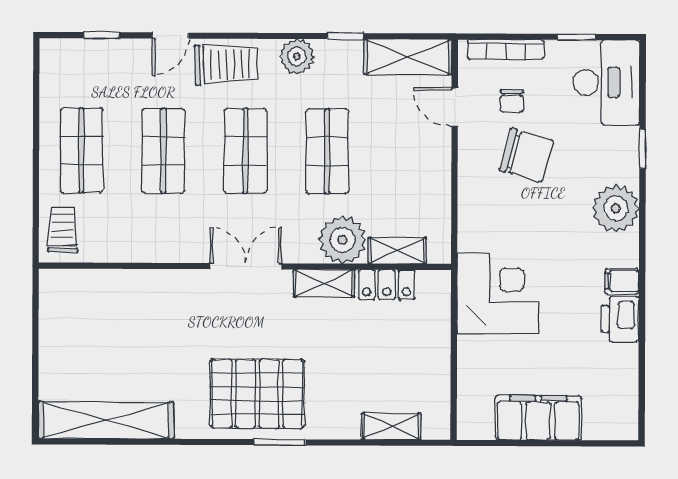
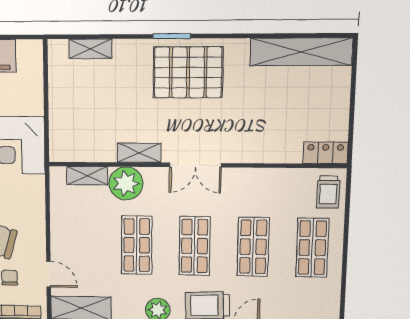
locker: (387, 285) -> (326, 153), moved

